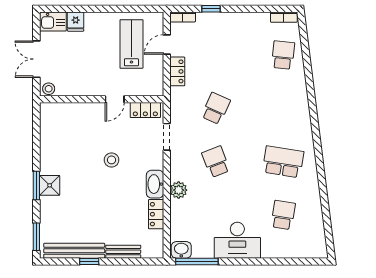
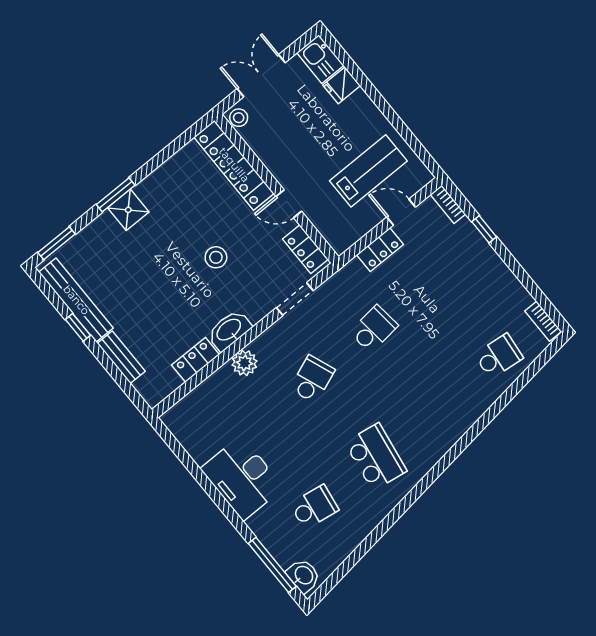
school desk: (216, 108) -> (374, 329), turned -30
locker: (71, 111) -> (234, 165), added
washbasin: (181, 250) -> (303, 576), moved
window: (197, 261) -> (272, 565), moved

